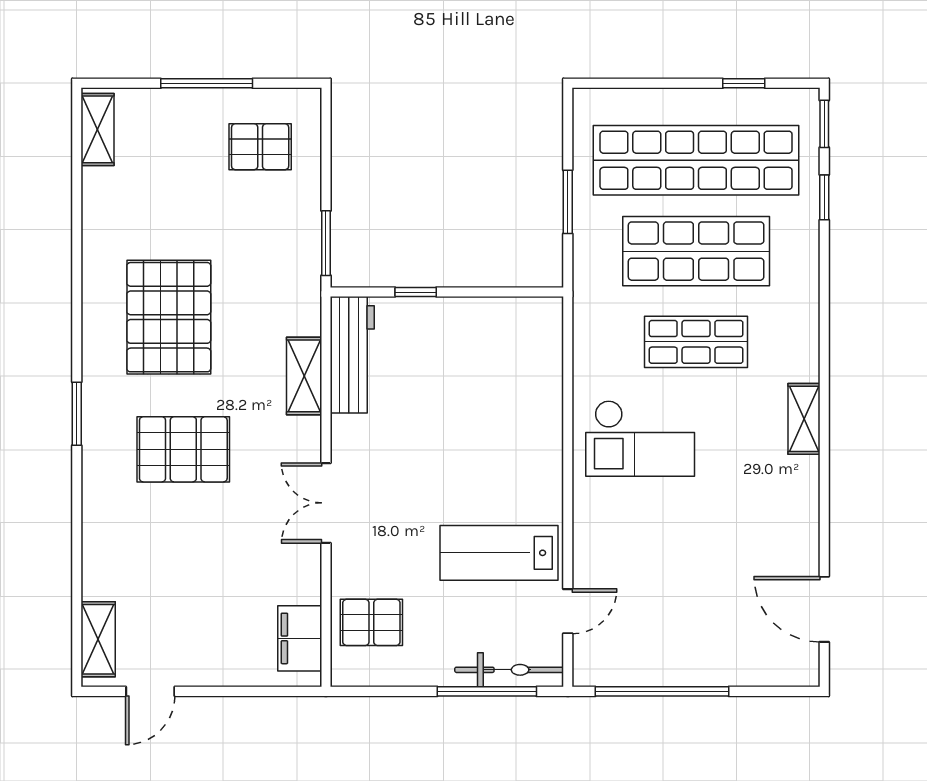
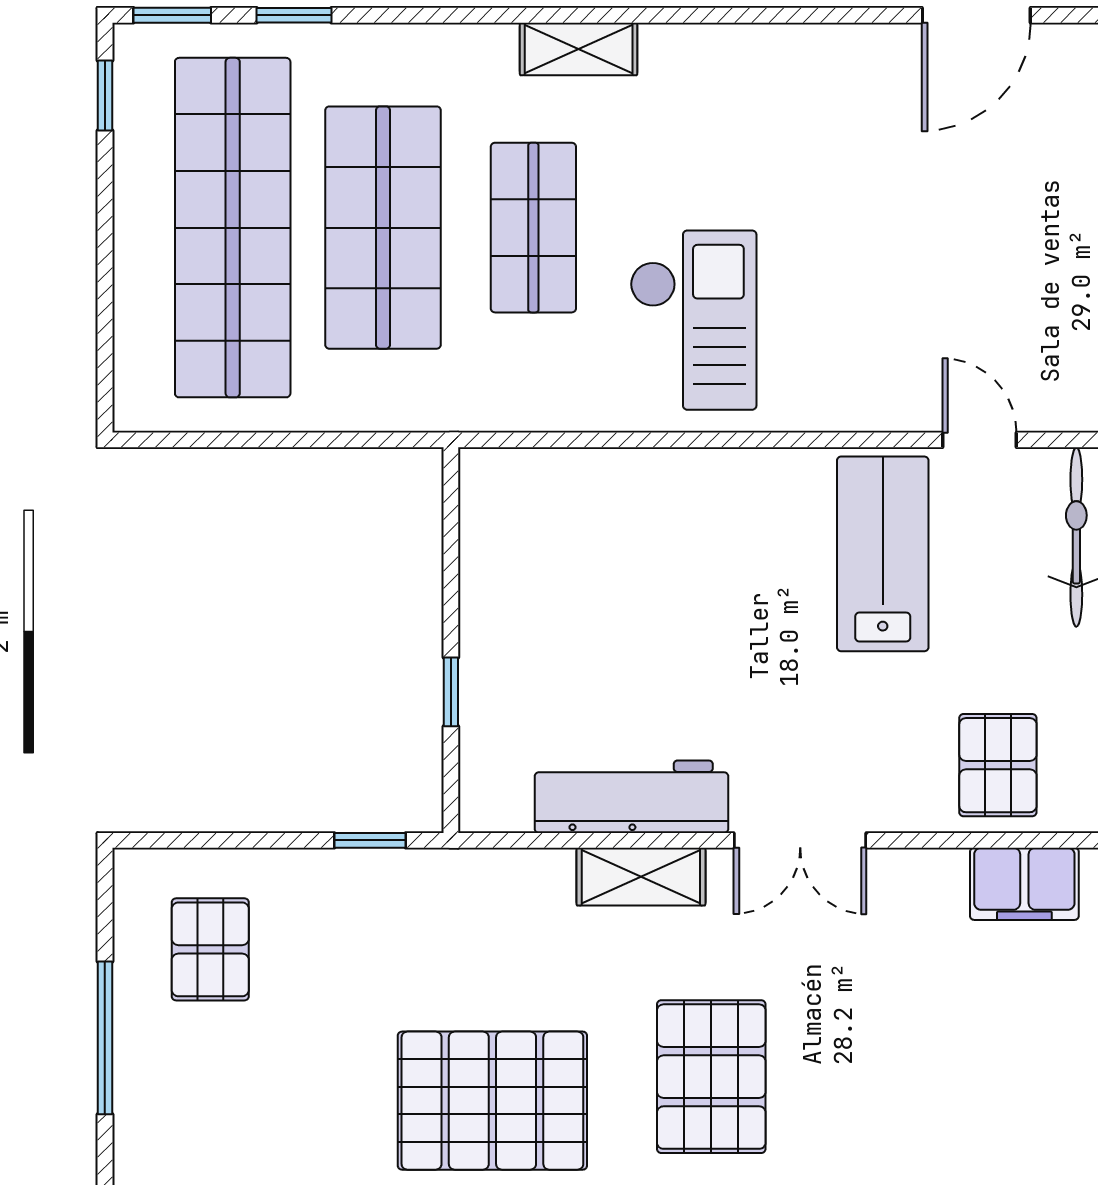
window: (744, 83) -> (105, 95), moved
window: (568, 202) -> (302, 440), removed
window: (326, 243) -> (370, 840), width x0.67
workbench: (352, 355) -> (631, 797), moved
shelving: (304, 376) -> (641, 877), moved
shelving: (804, 419) -> (579, 49), moved
lab bench: (499, 553) -> (883, 554), turned 180

